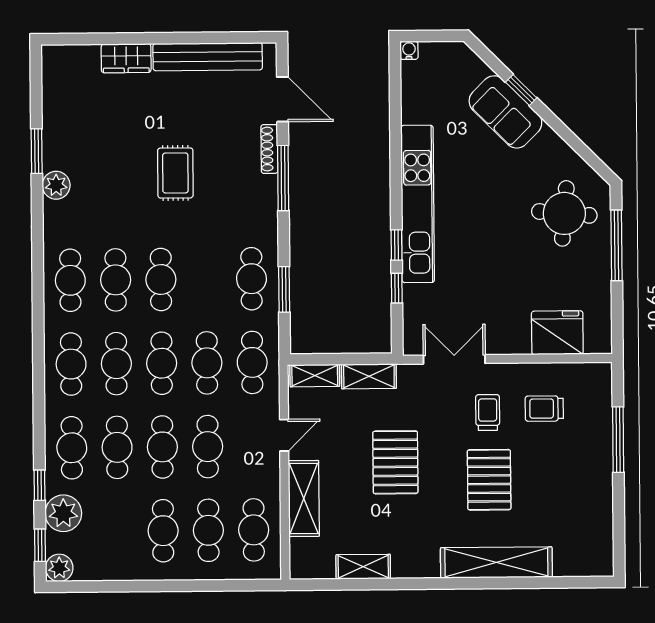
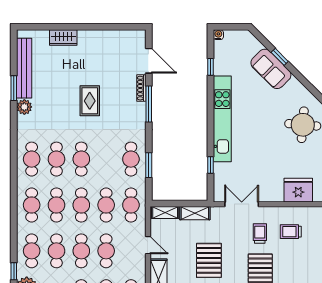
bench: (208, 57) -> (24, 68), moved, turned 90
window: (396, 245) -> (211, 67), moved
door: (284, 435) -> (148, 245), hinge flipped

